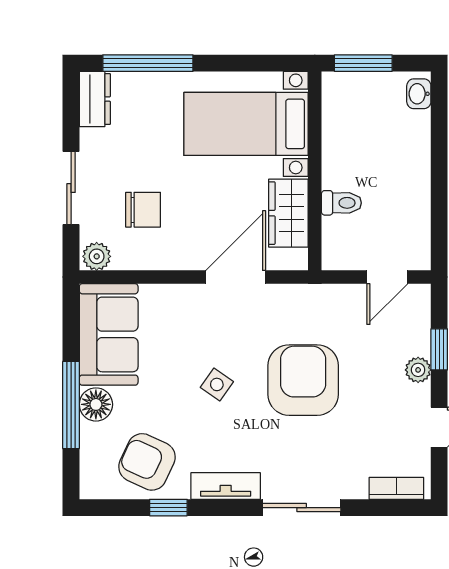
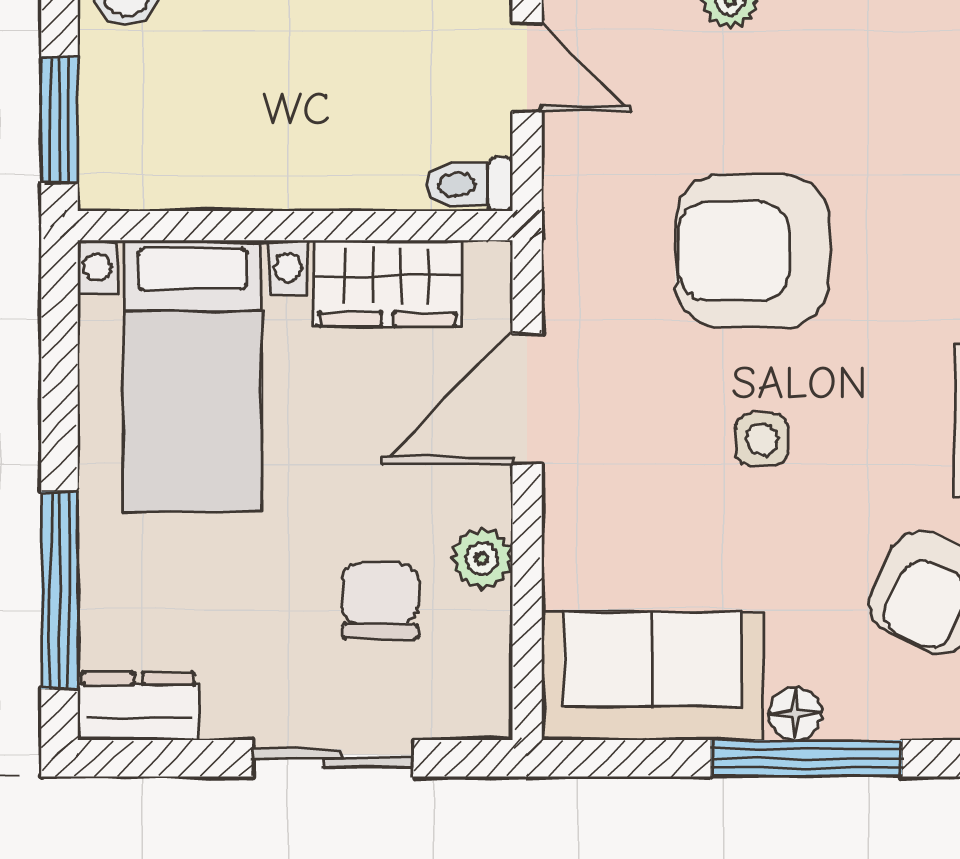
toilet: (341, 203) -> (469, 184), moved, turned -90
plant: (97, 256) -> (482, 559), moved
door: (236, 277) -> (527, 399), hinge flipped
side table: (217, 384) -> (762, 440), turned -35
floor lamp: (96, 404) -> (796, 714), width x0.73, depth x0.73

